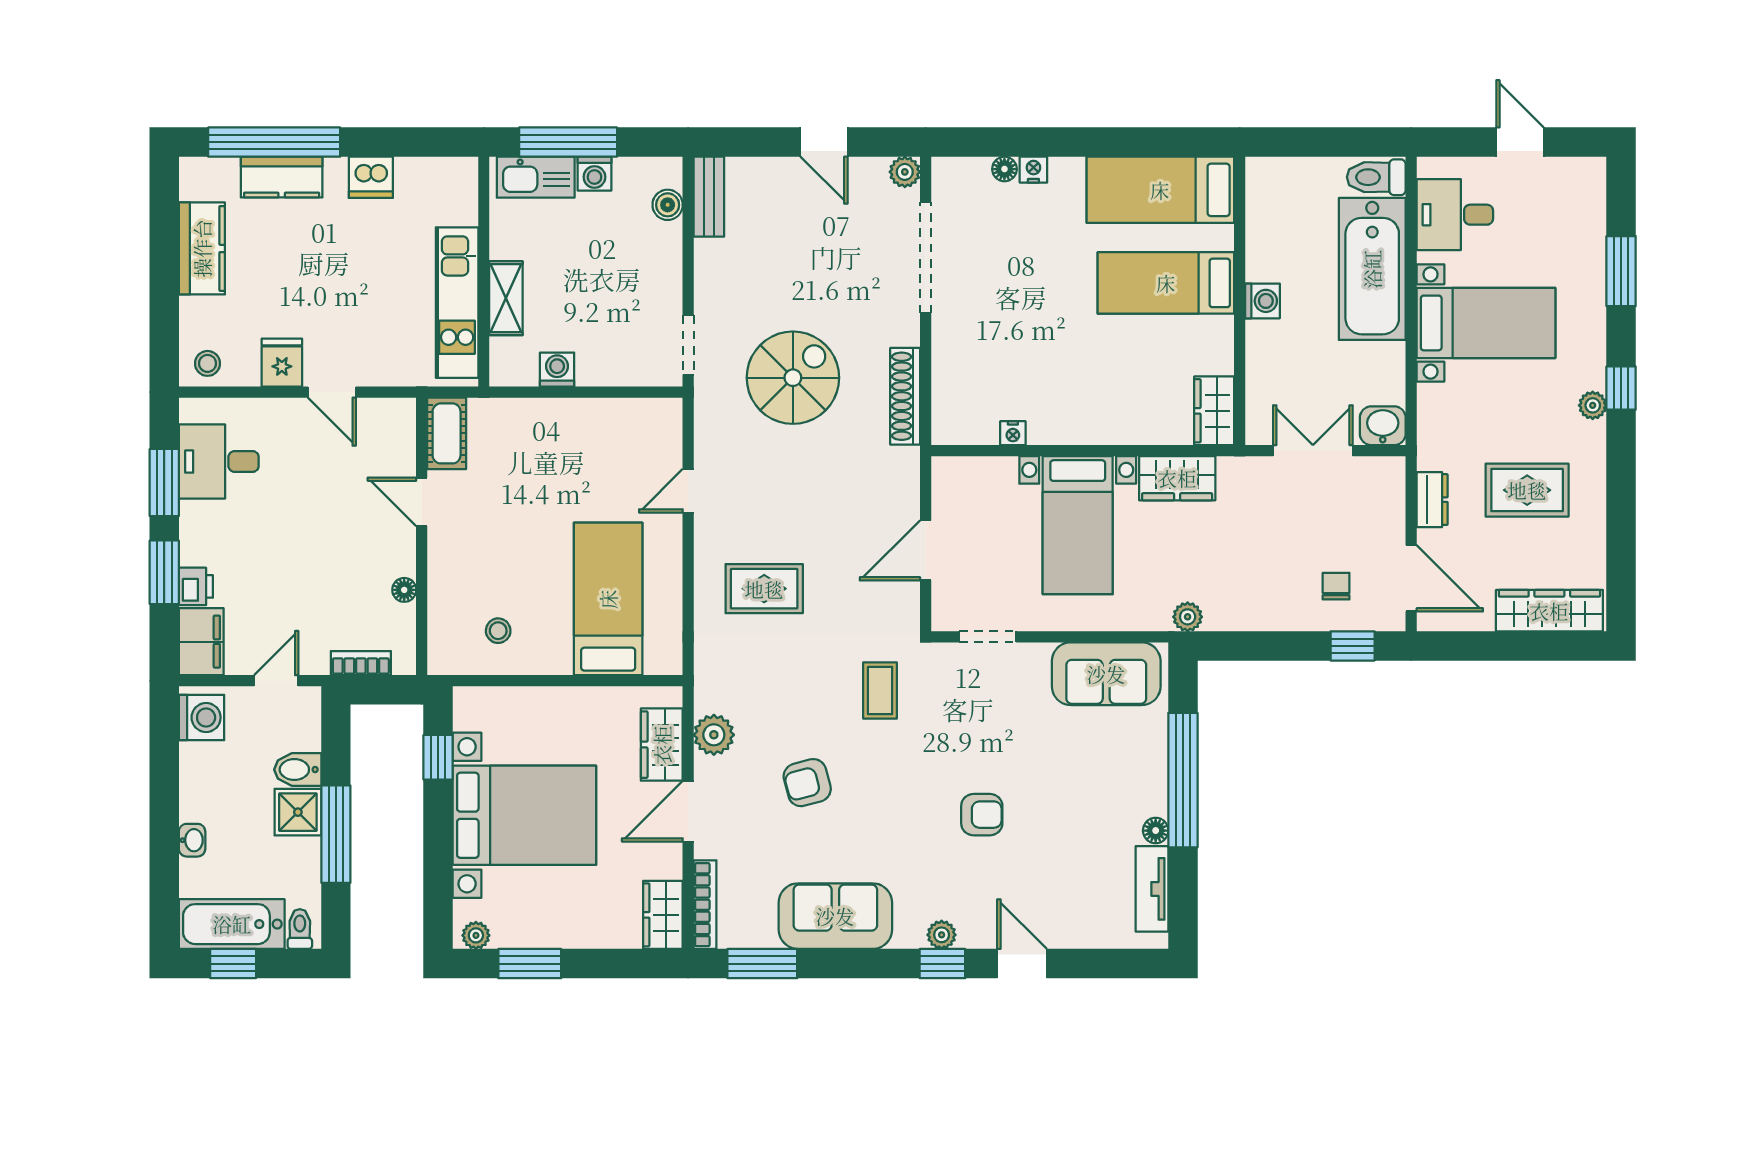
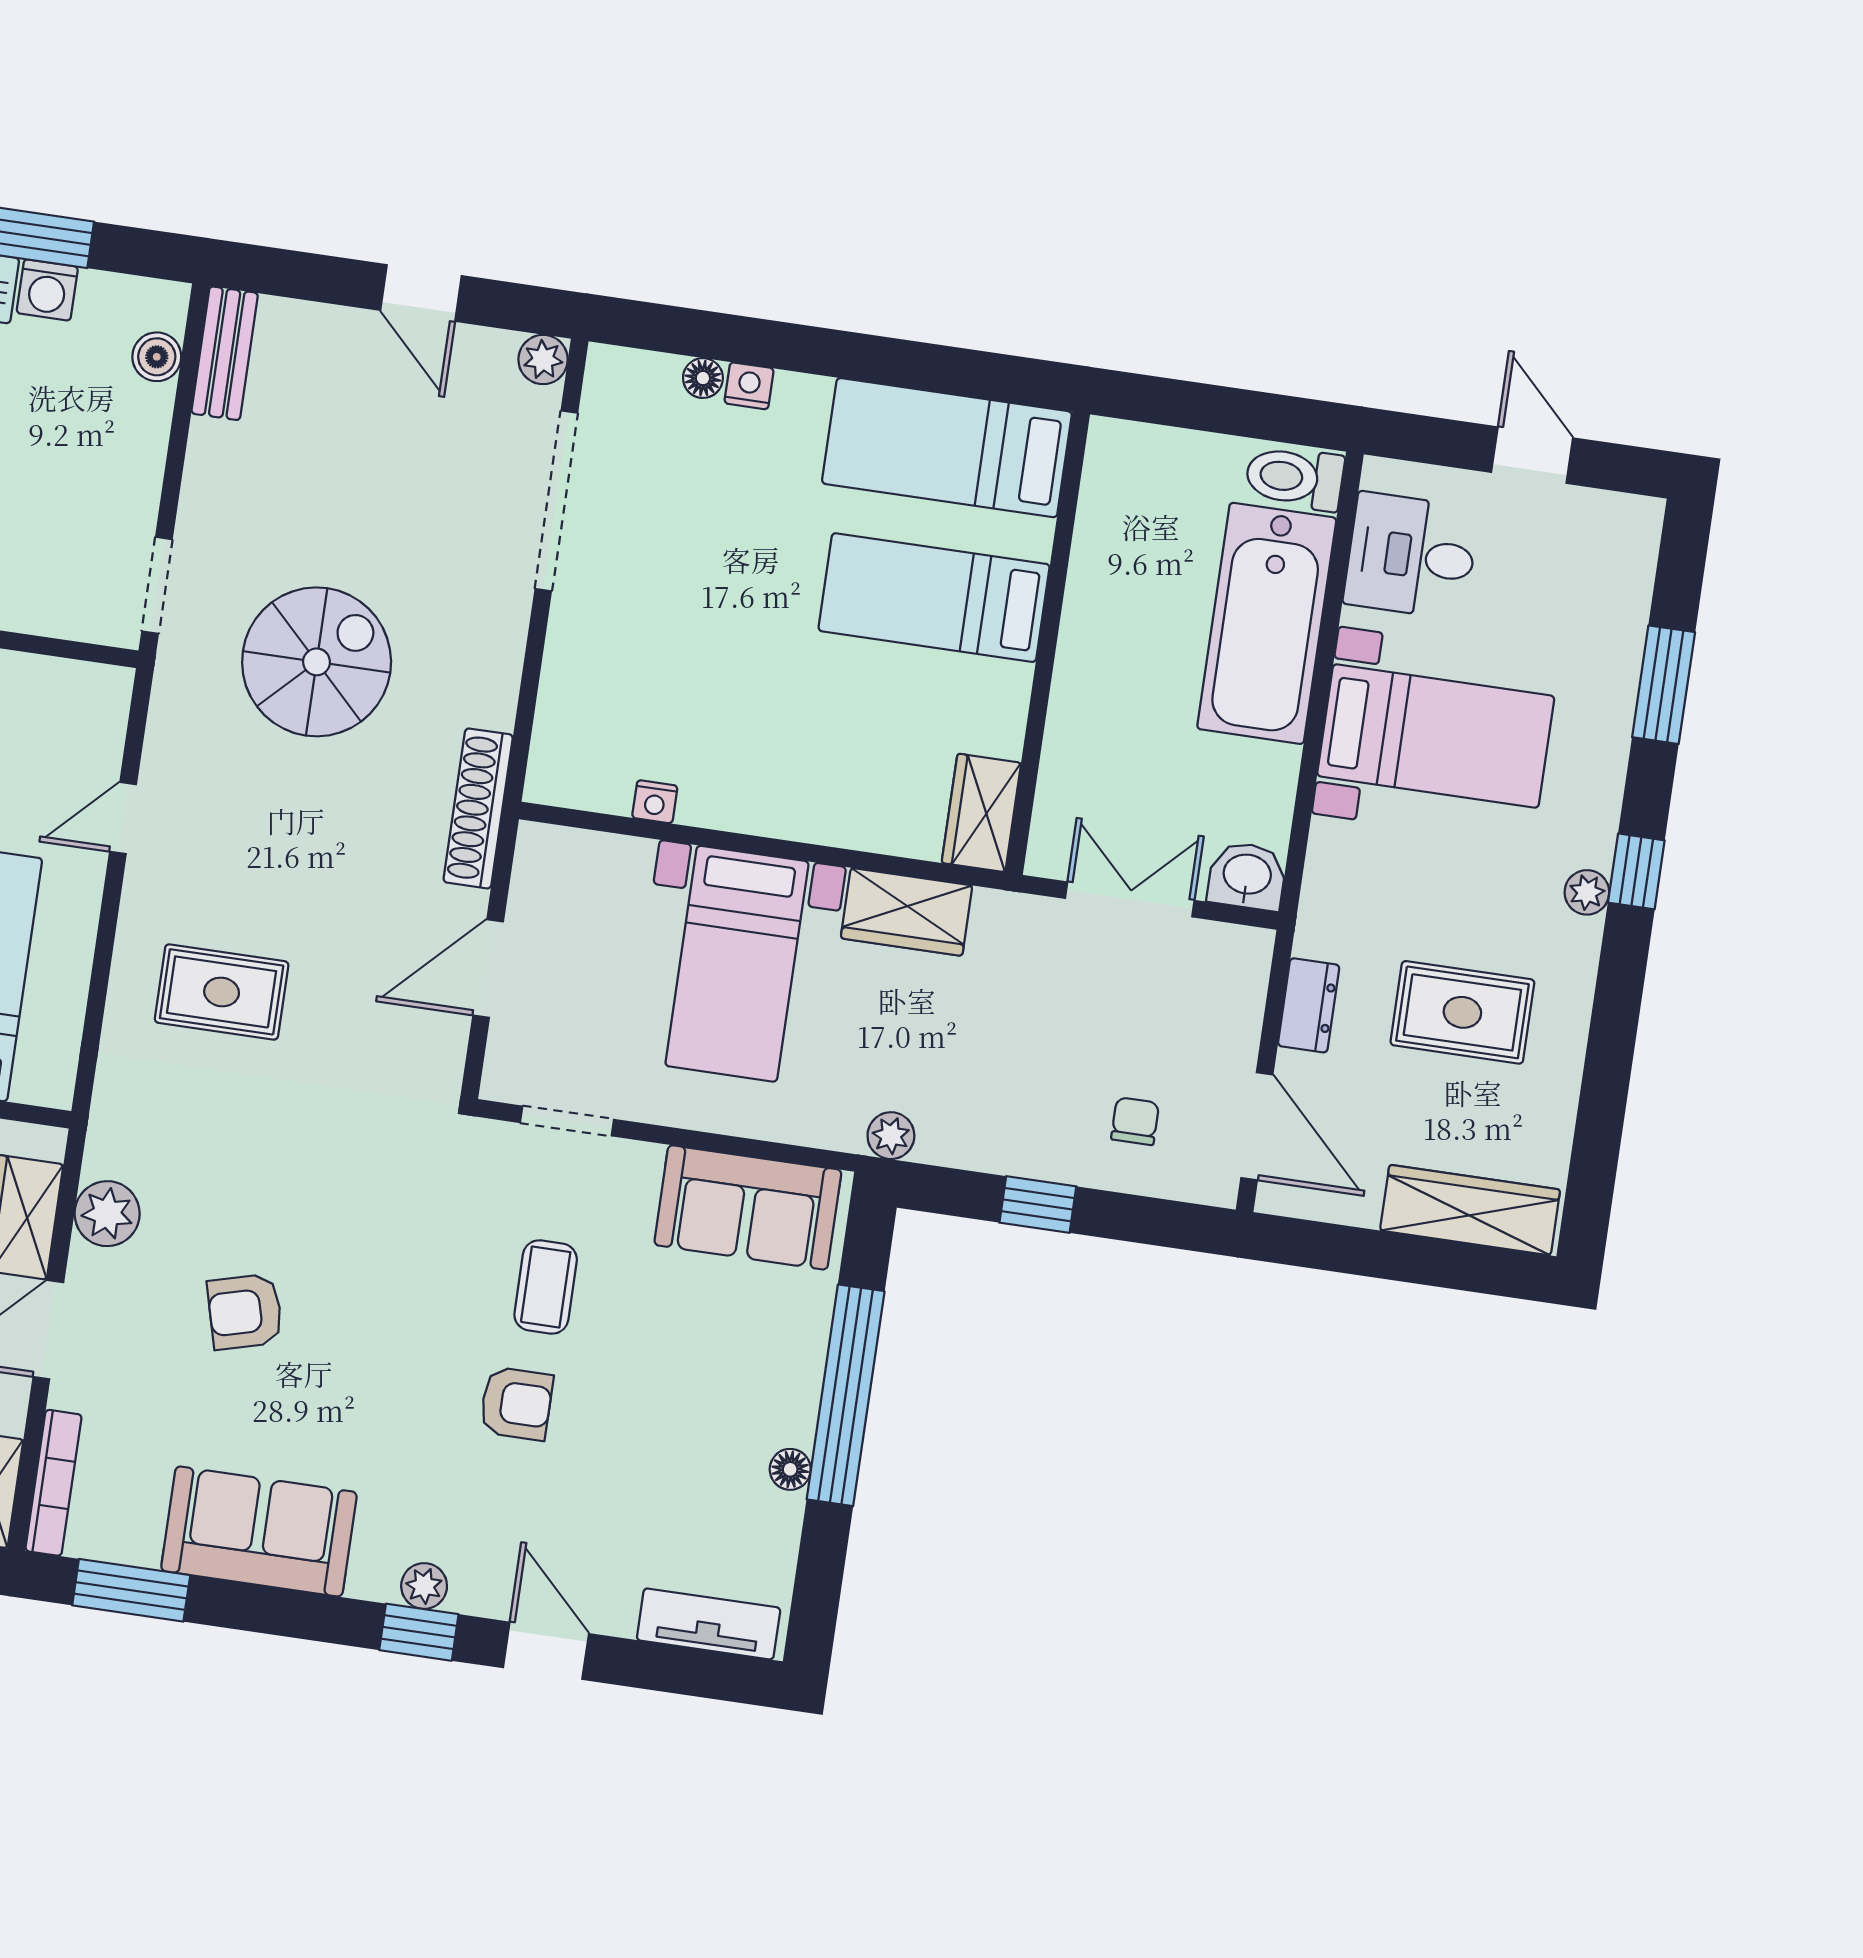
washing machine: (1262, 301) -> (1084, 649), removed
shoe rack: (905, 396) -> (478, 808), moved
window: (1353, 646) -> (1038, 1205), moved
coffee table: (880, 691) -> (546, 1287), moved
tv unit: (1152, 889) -> (709, 1624), moved, turned 90

